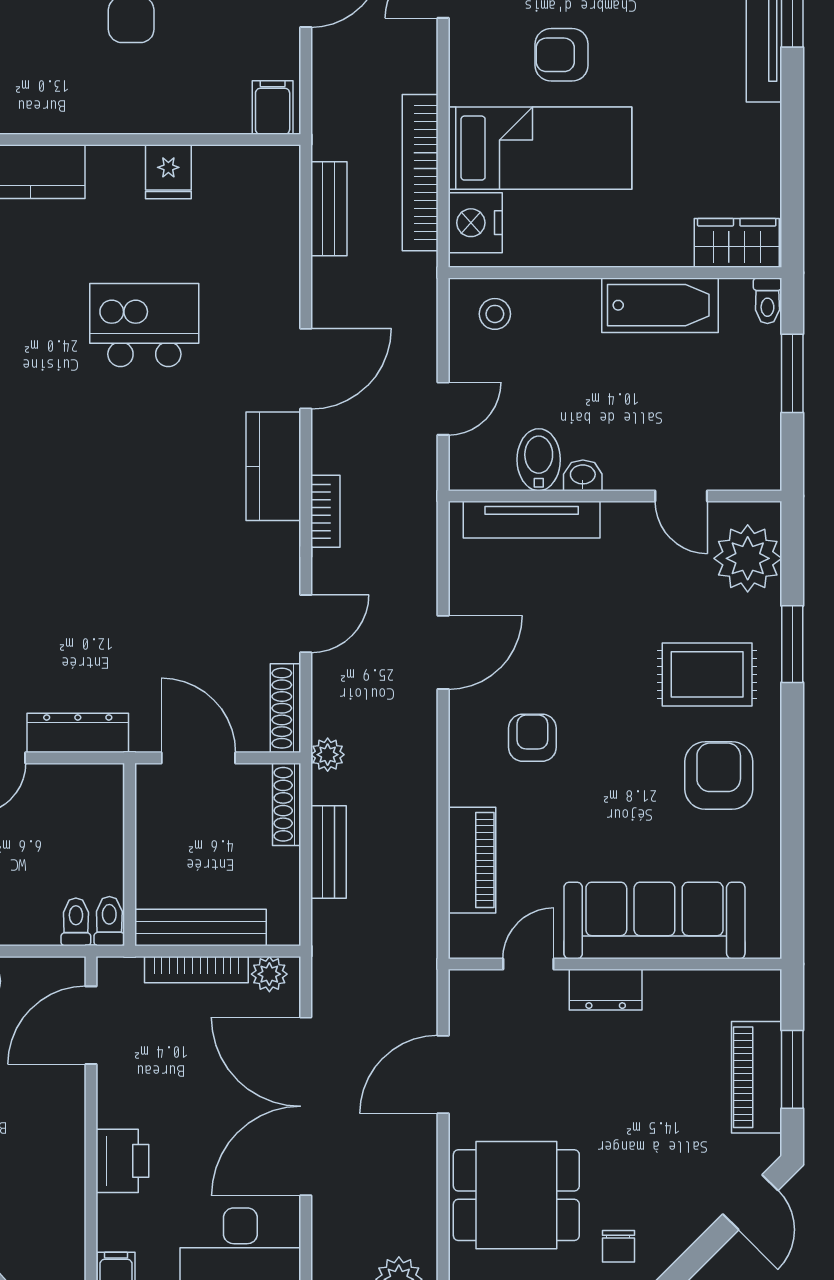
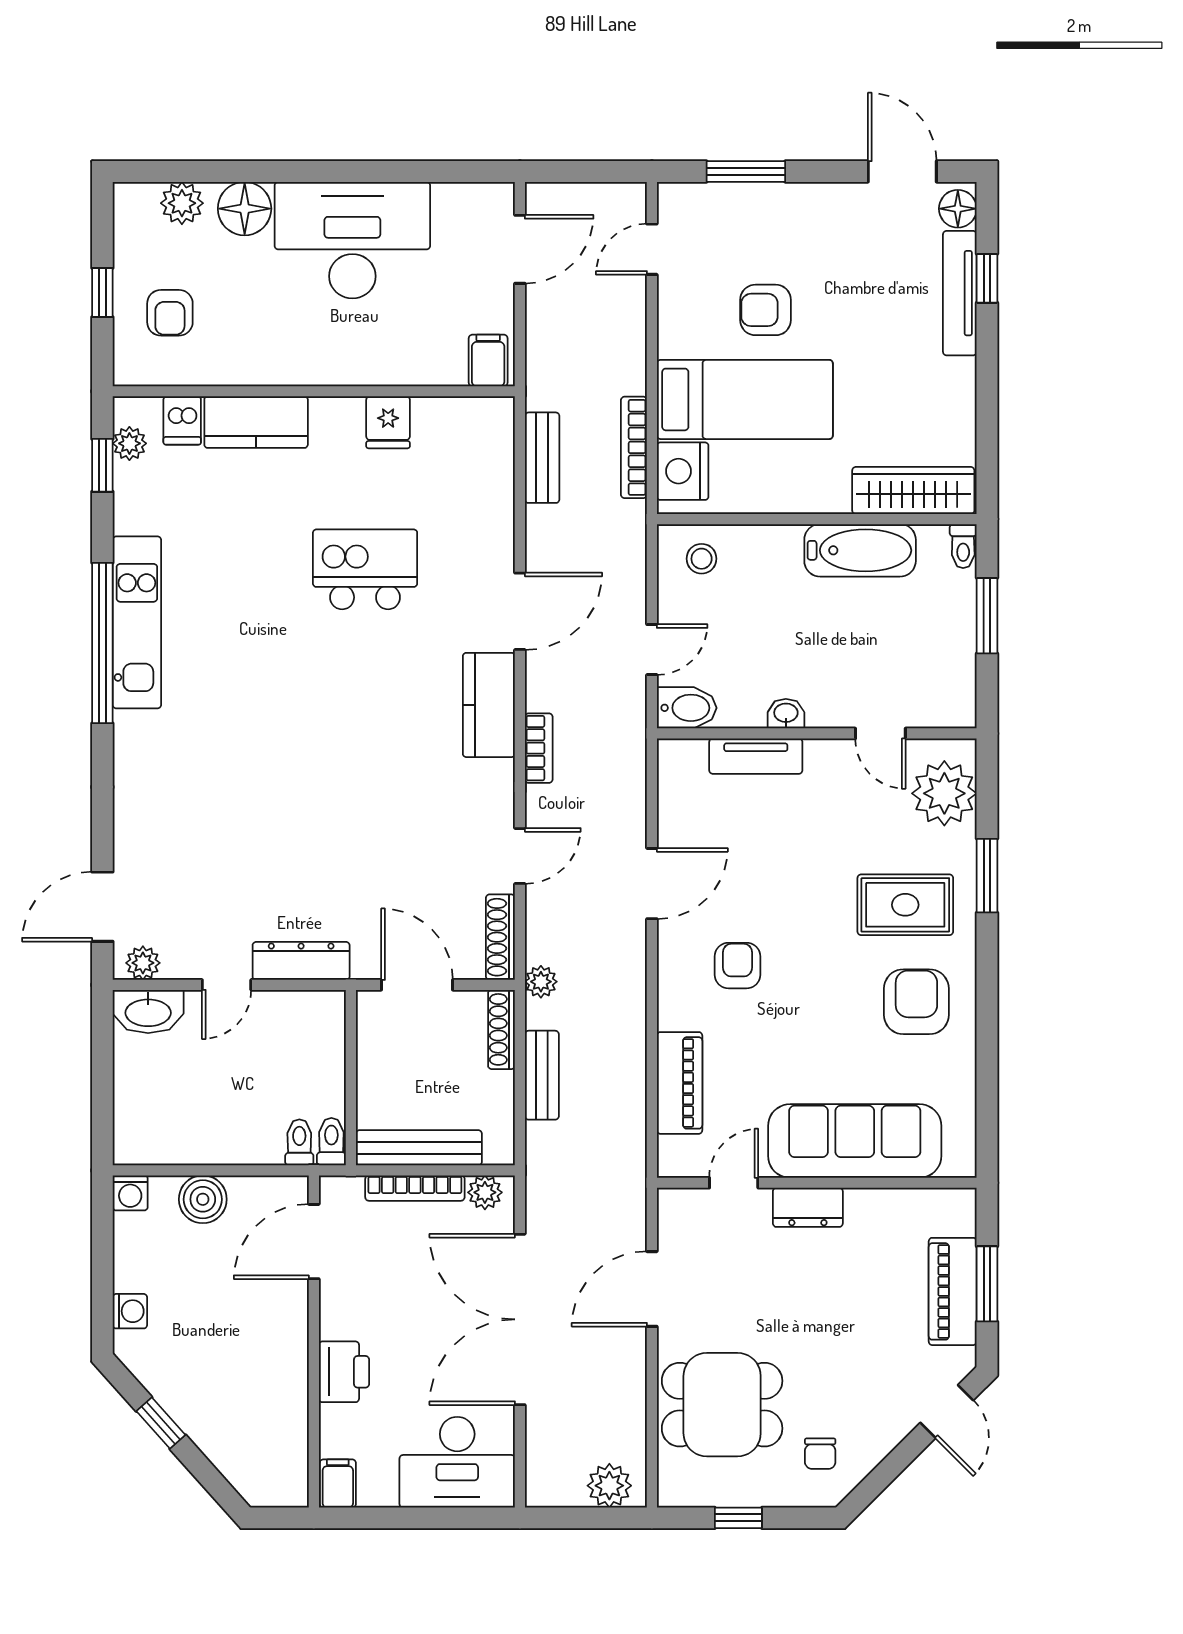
bookcase: (420, 173) -> (634, 447), width x0.68, depth x0.76
wardrobe: (737, 243) -> (913, 491), width x1.50
bidet: (539, 460) -> (687, 708), moved, turned 90
tv unit: (532, 520) -> (756, 756), width x0.71

